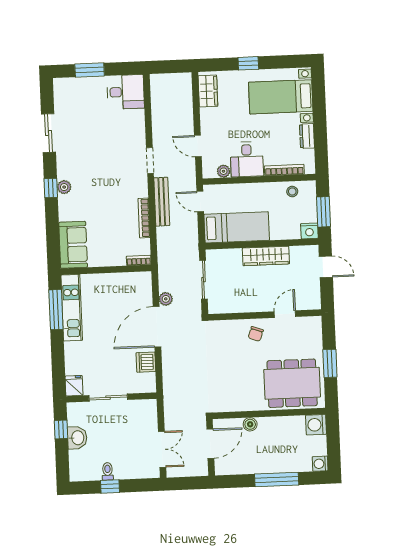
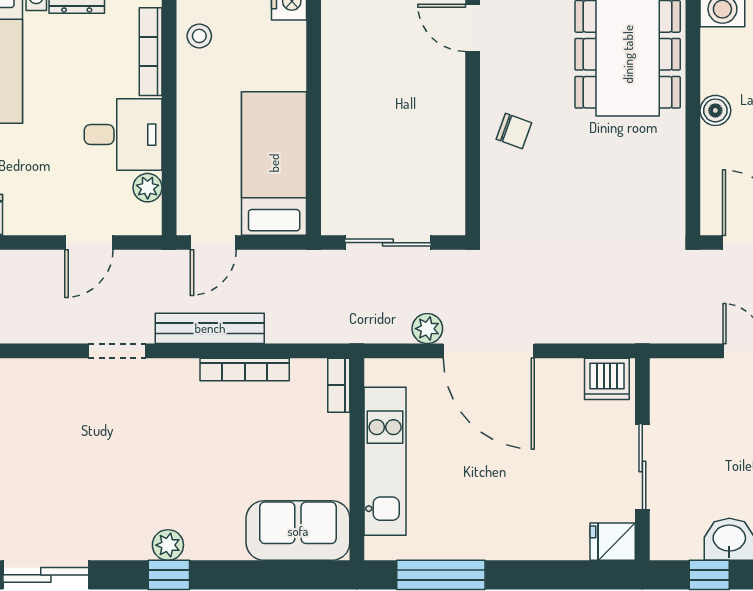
wardrobe: (266, 256) -> (341, 101), removed
kitchen unit: (72, 308) -> (385, 461), moved, turned 90
door: (285, 314) -> (473, 28), moved
dishwasher: (146, 362) -> (607, 379), moved
boiler: (250, 424) -> (715, 110), moved

